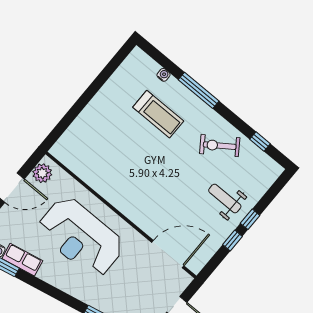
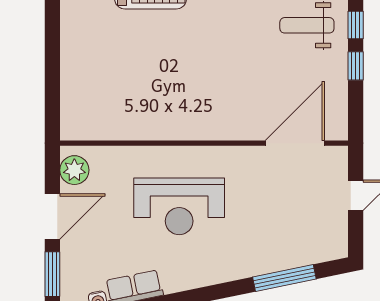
reception desk: (81, 237) -> (179, 206), width x0.74, depth x0.77

